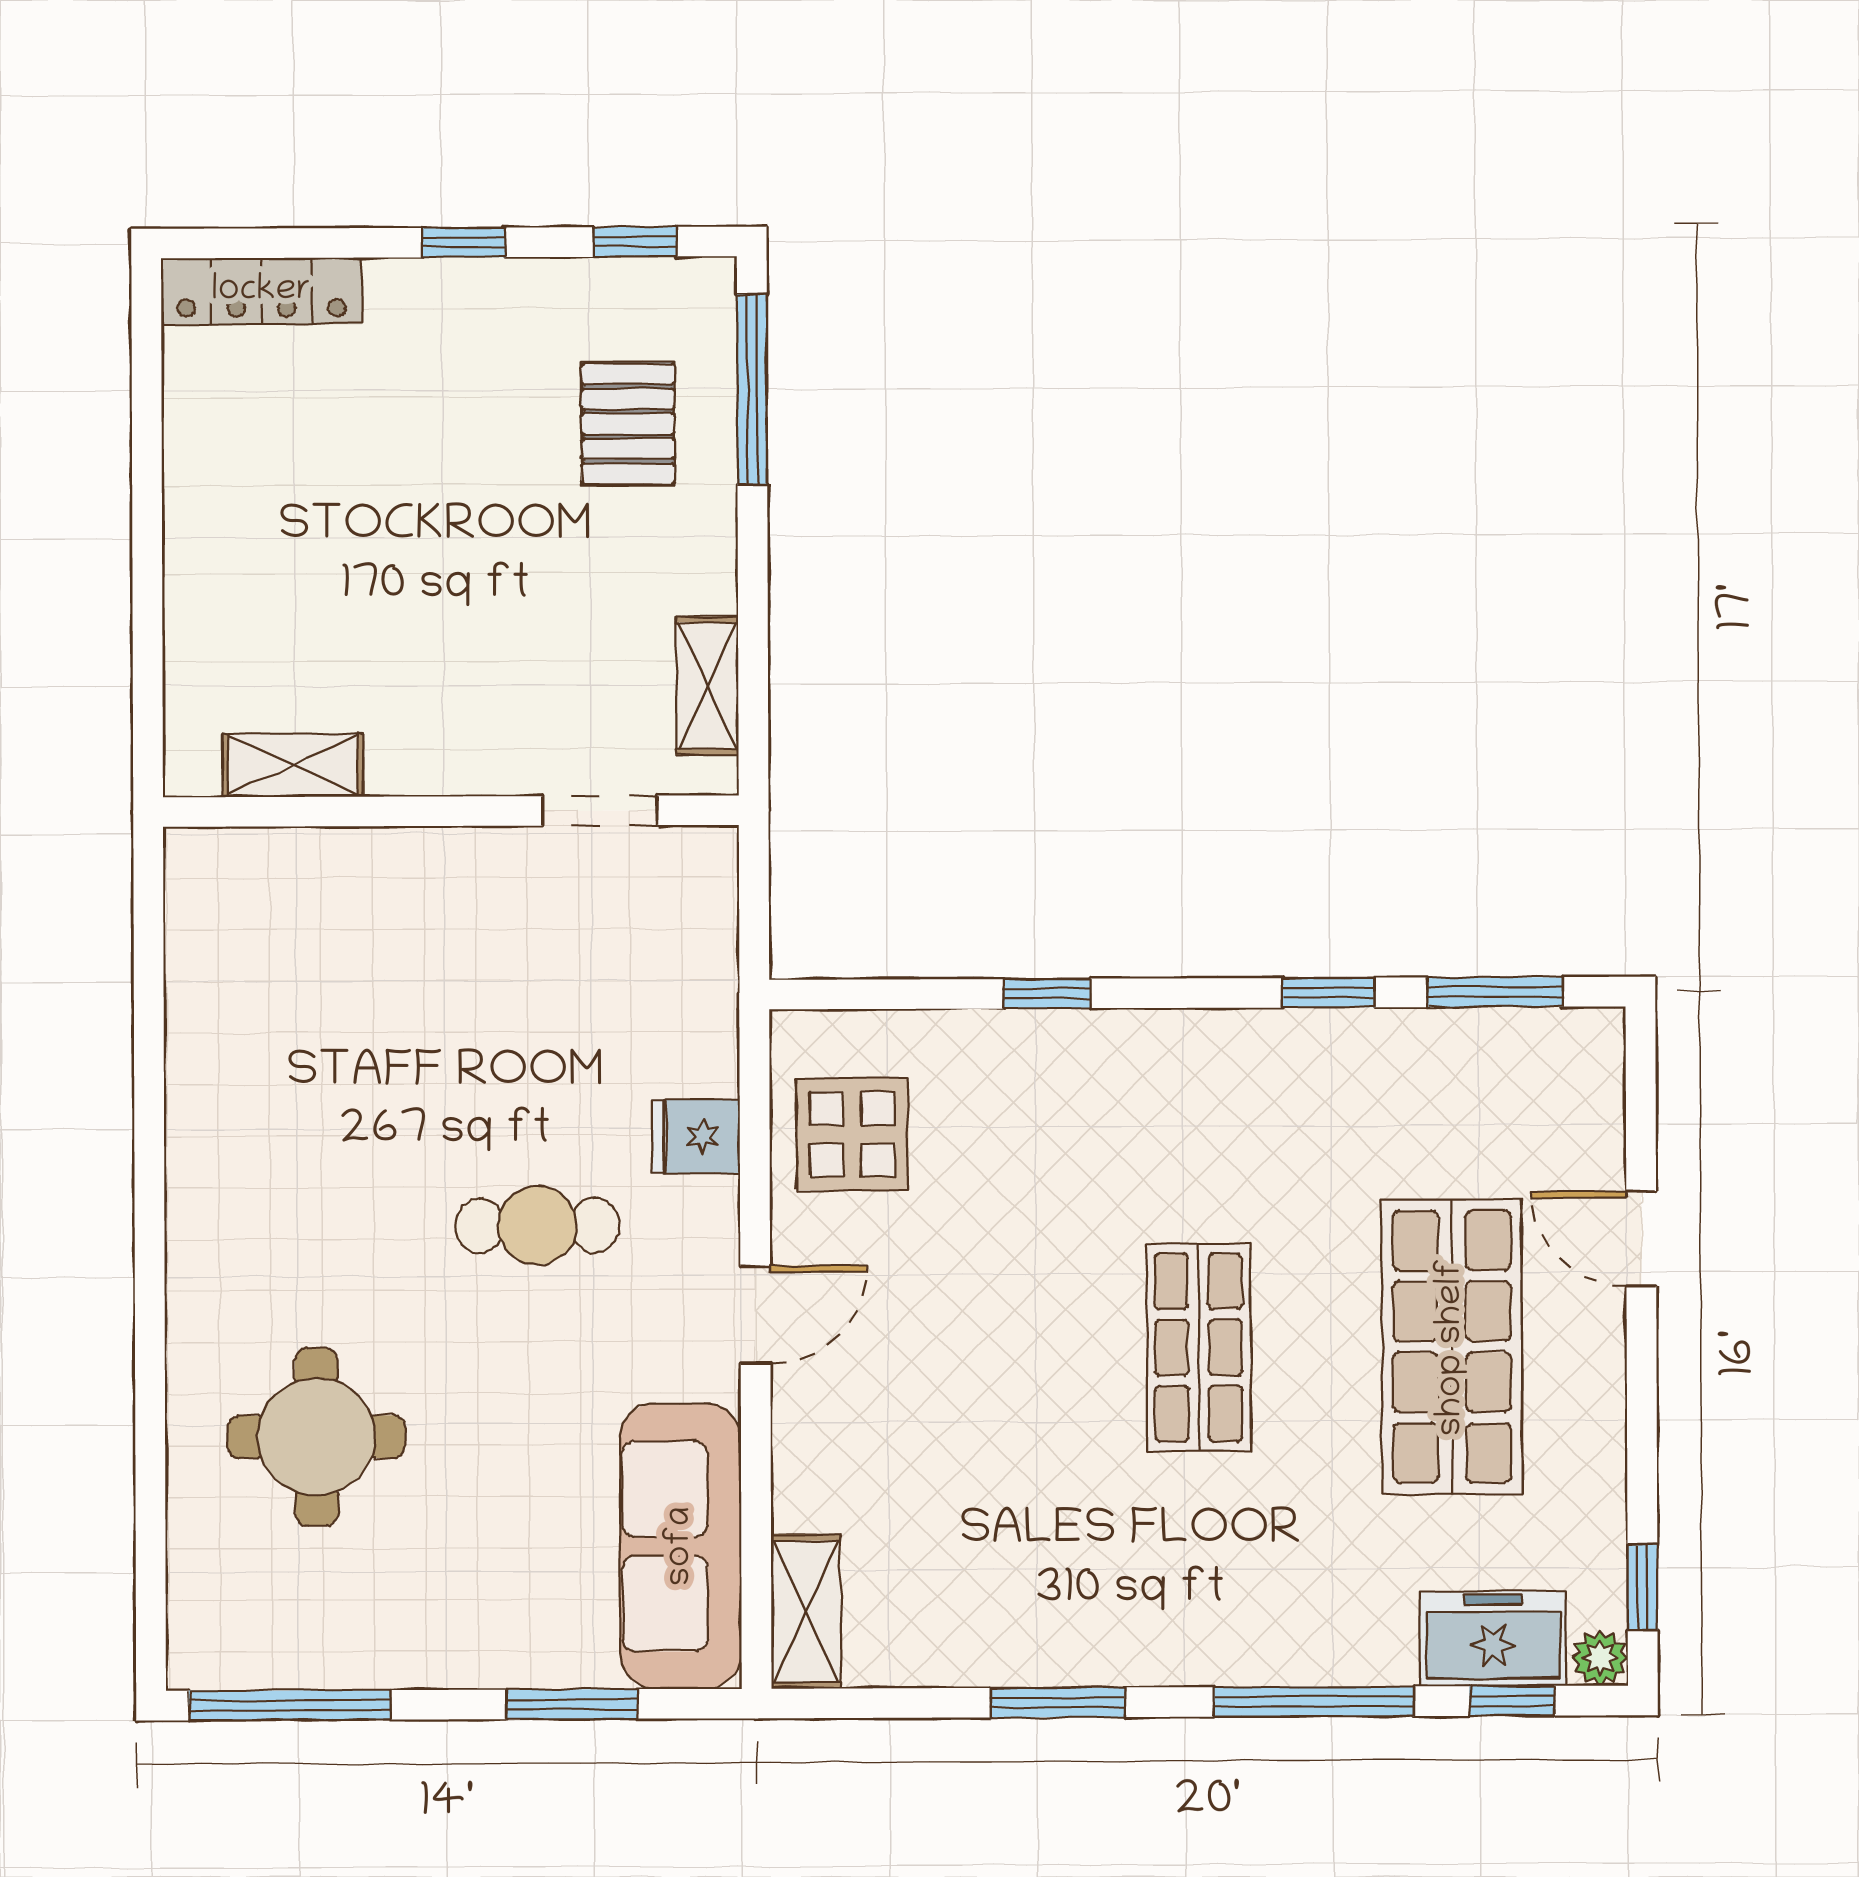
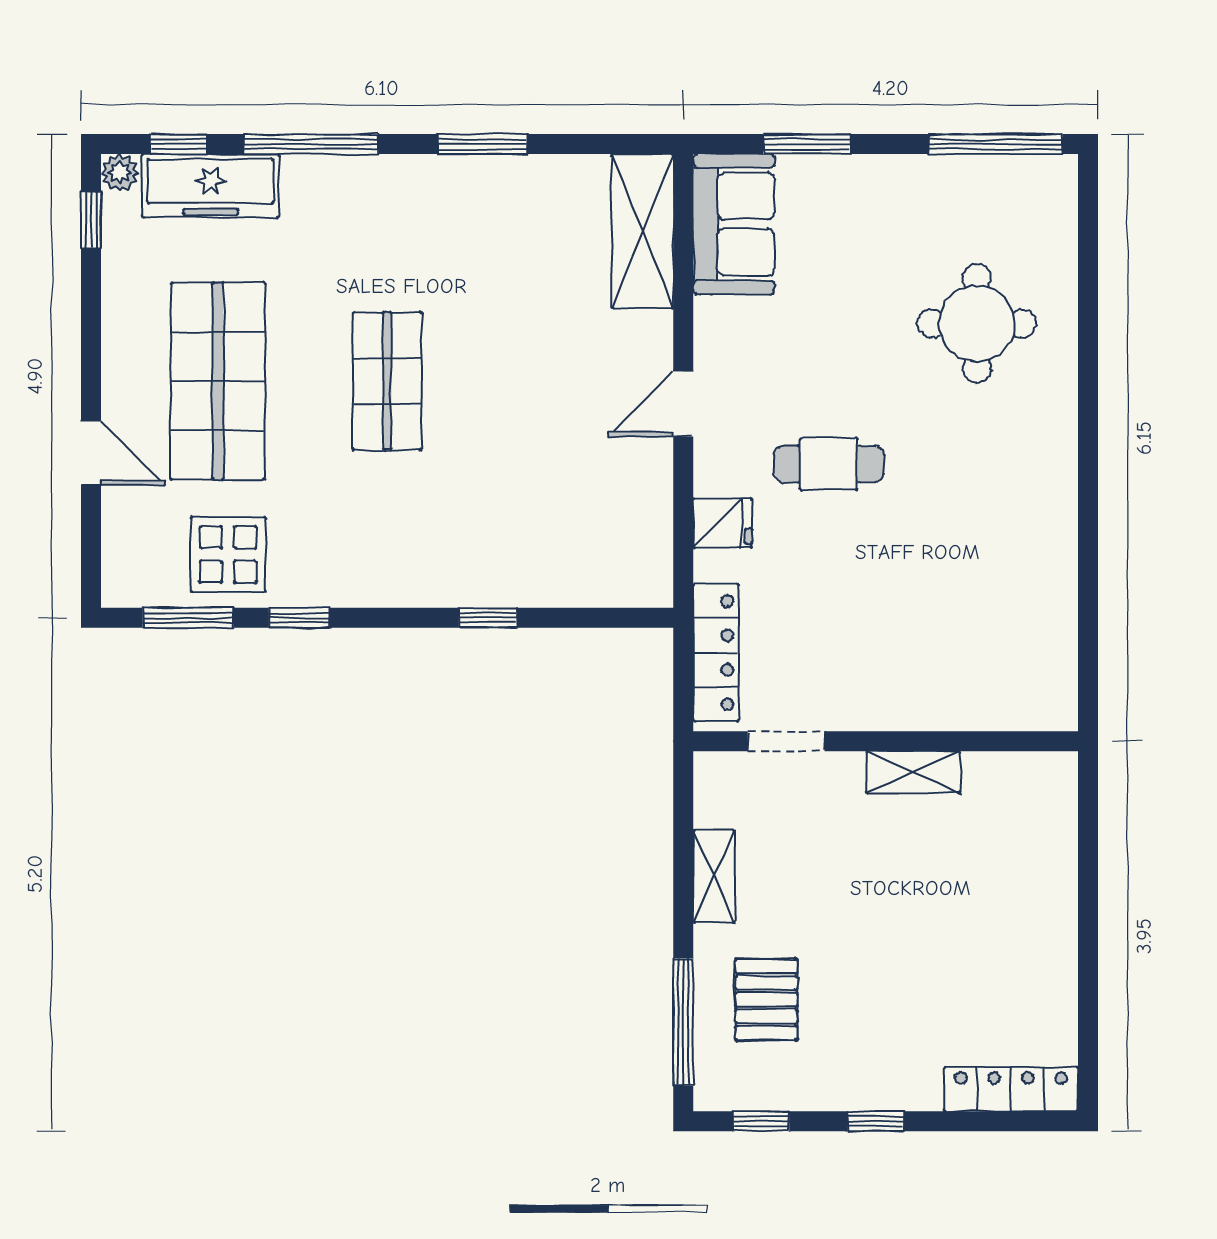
shelving: (707, 686) -> (714, 877), moved
shelving: (293, 765) -> (913, 772), moved
locker: (705, 943) -> (716, 653), added
display table: (852, 1134) -> (228, 555), moved
sofa: (681, 1546) -> (734, 224), width x0.73
shelving: (806, 1612) -> (643, 231), width x1.50, depth x1.33
freezer: (1493, 1639) -> (211, 186), width x1.40

